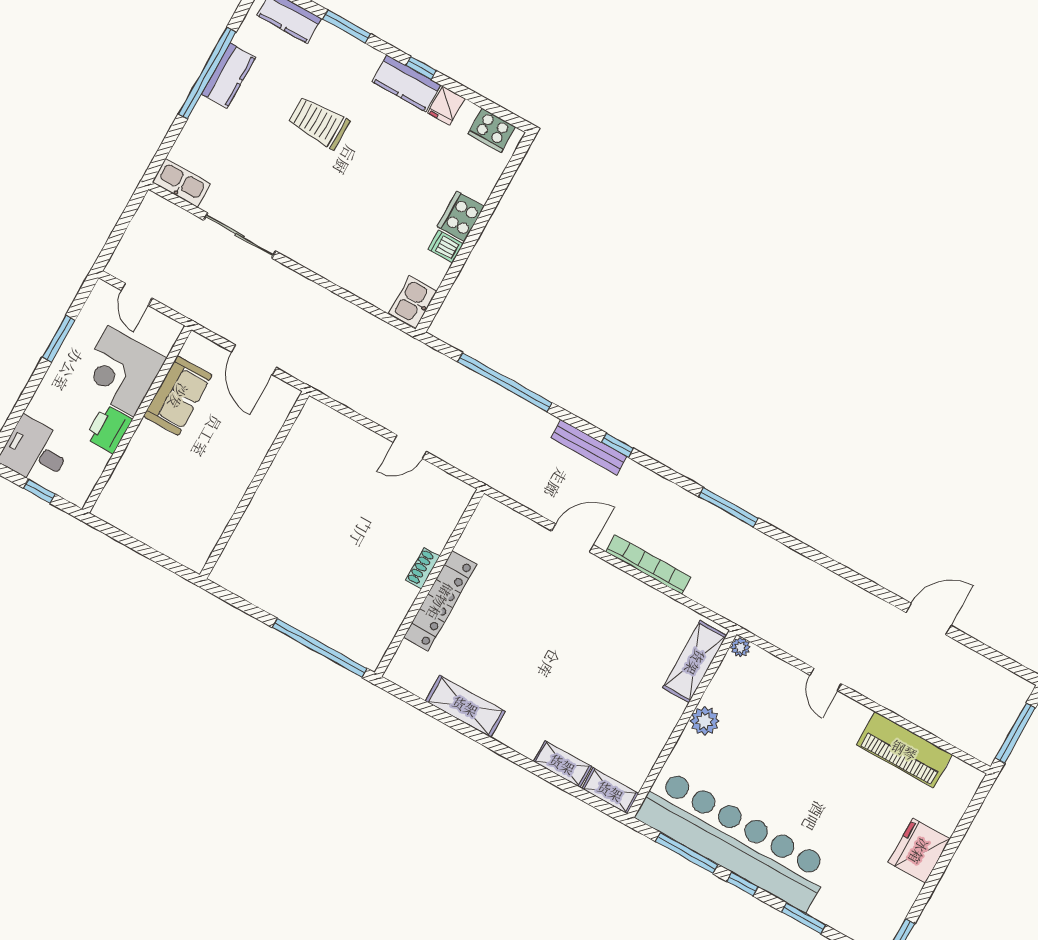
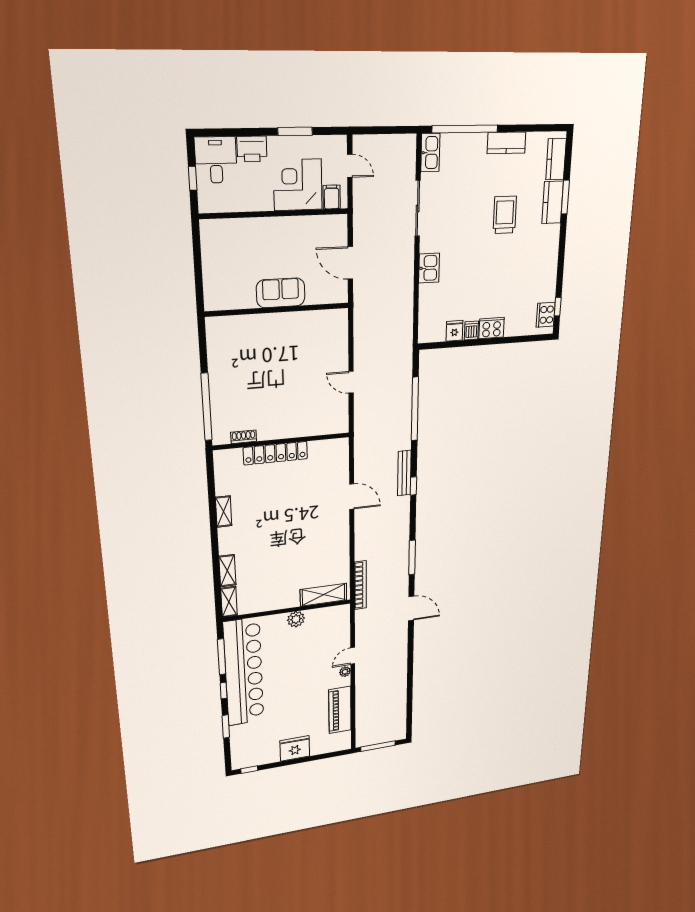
window: (421, 68) -> (558, 307), moved
window: (207, 73) -> (465, 129), moved
kitchen counter: (406, 83) -> (553, 202), moved
fridge: (446, 106) -> (454, 331), moved, turned 90
door: (137, 294) -> (350, 166), swing flipped
kitchen sink: (413, 302) -> (429, 268), moved, turned 90
filing cabinet: (160, 338) -> (332, 197), added
door: (254, 360) -> (350, 263), hinge flipped
sofa: (178, 396) -> (281, 293), moved, turned 180
printer: (109, 429) -> (252, 149), moved, turned 180
bookcase: (648, 564) -> (360, 585), moved
shoe rack: (423, 568) -> (244, 437), moved
door: (929, 619) -> (411, 608), moved
plant: (740, 647) -> (345, 672), moved
shelving: (465, 706) -> (224, 512), width x0.67, depth x0.75

